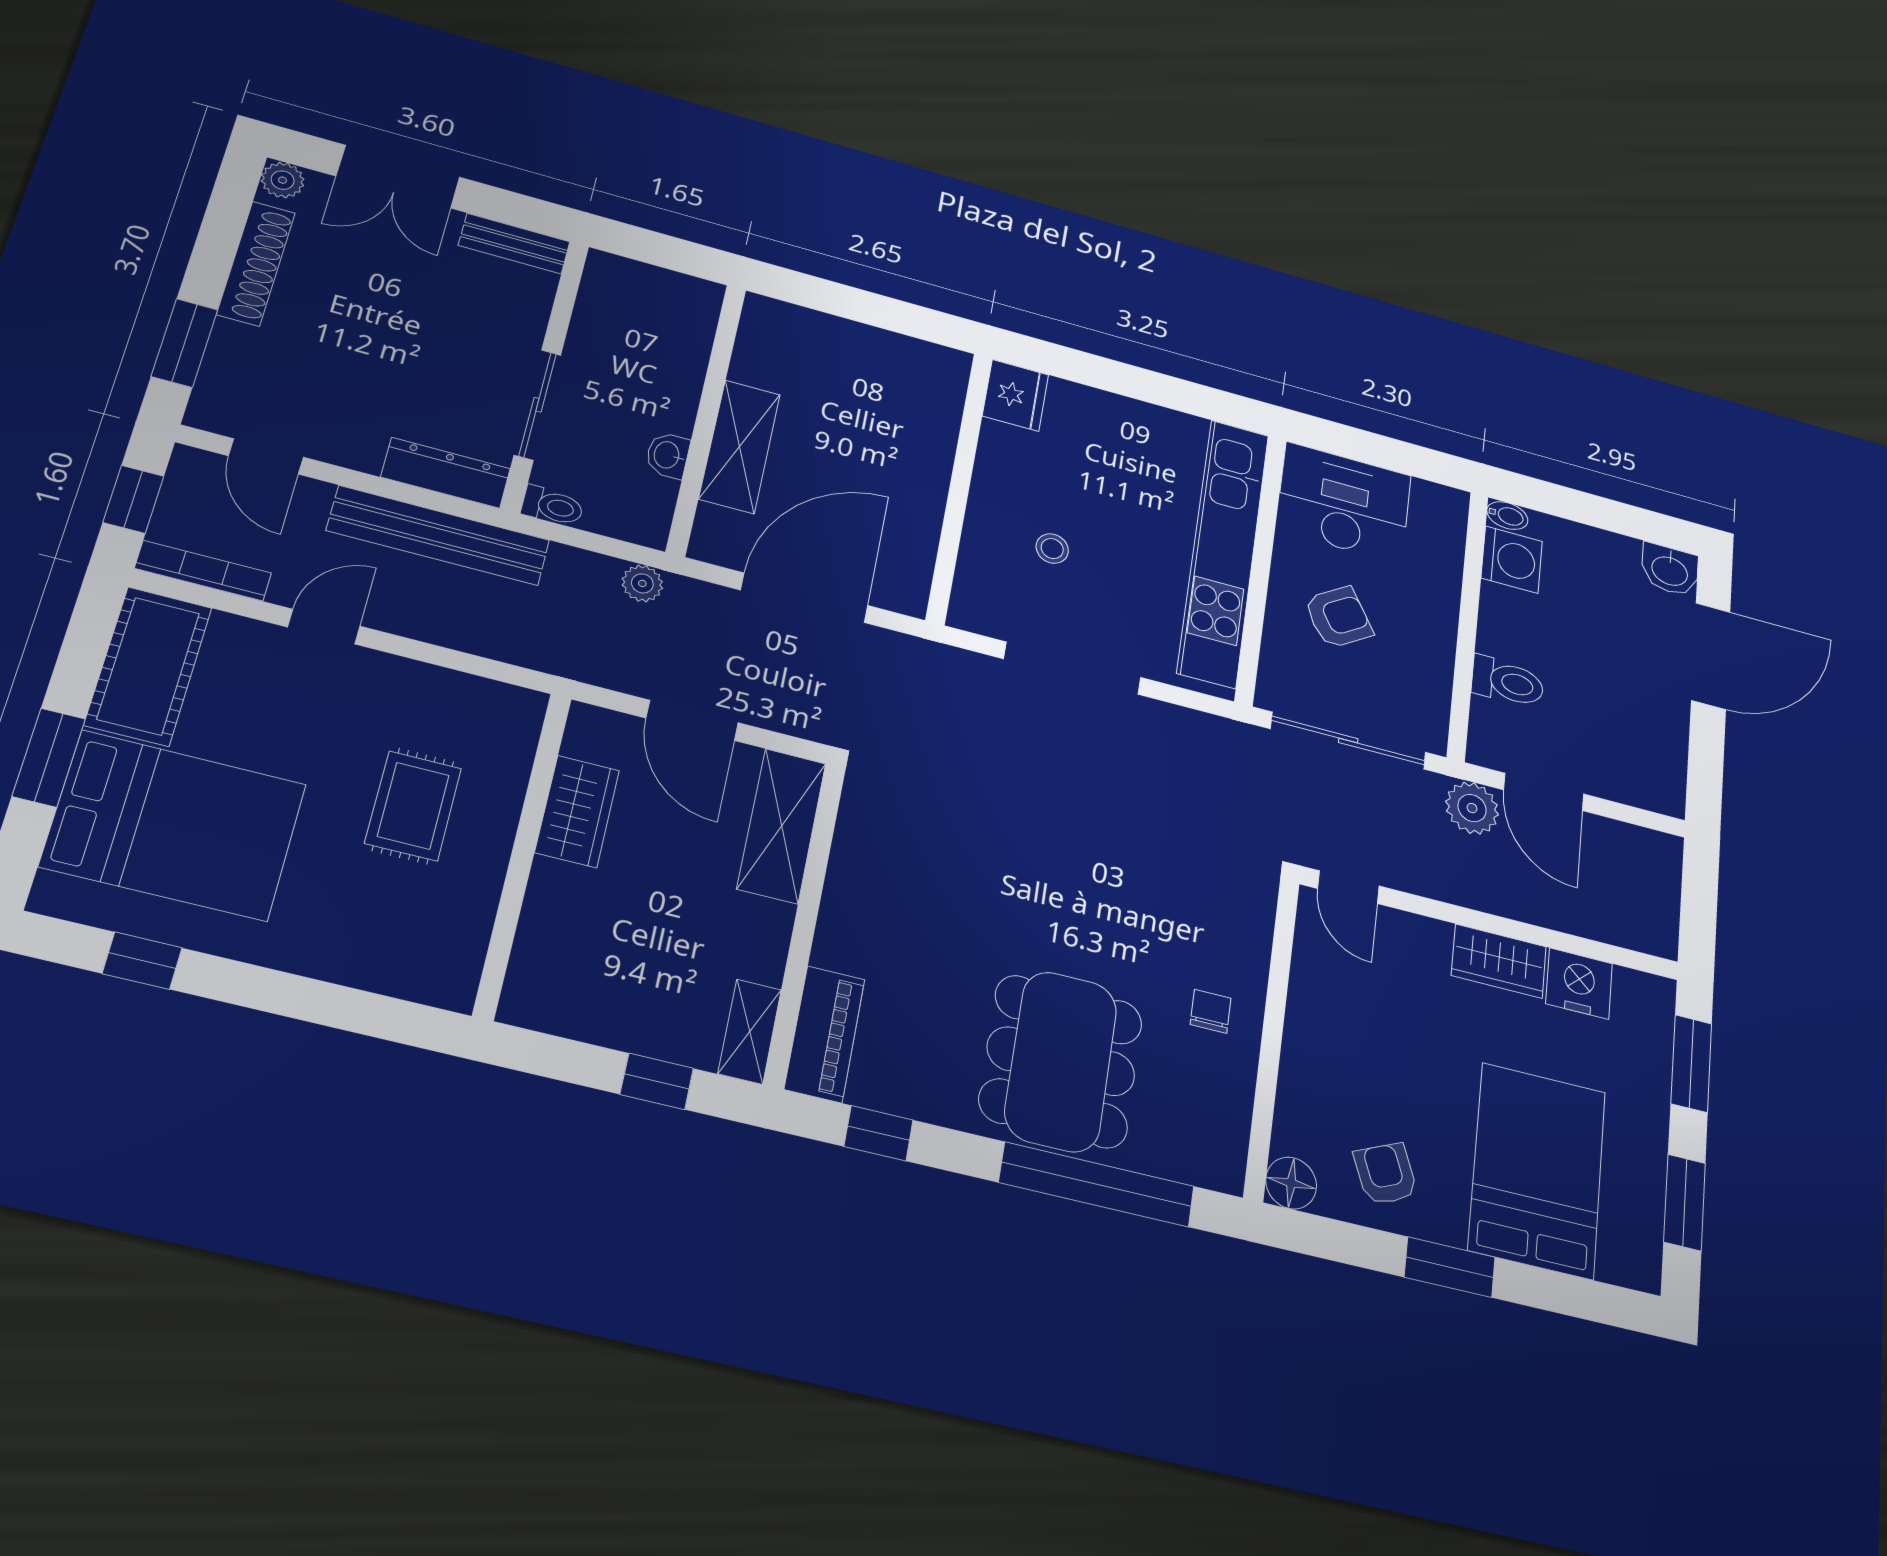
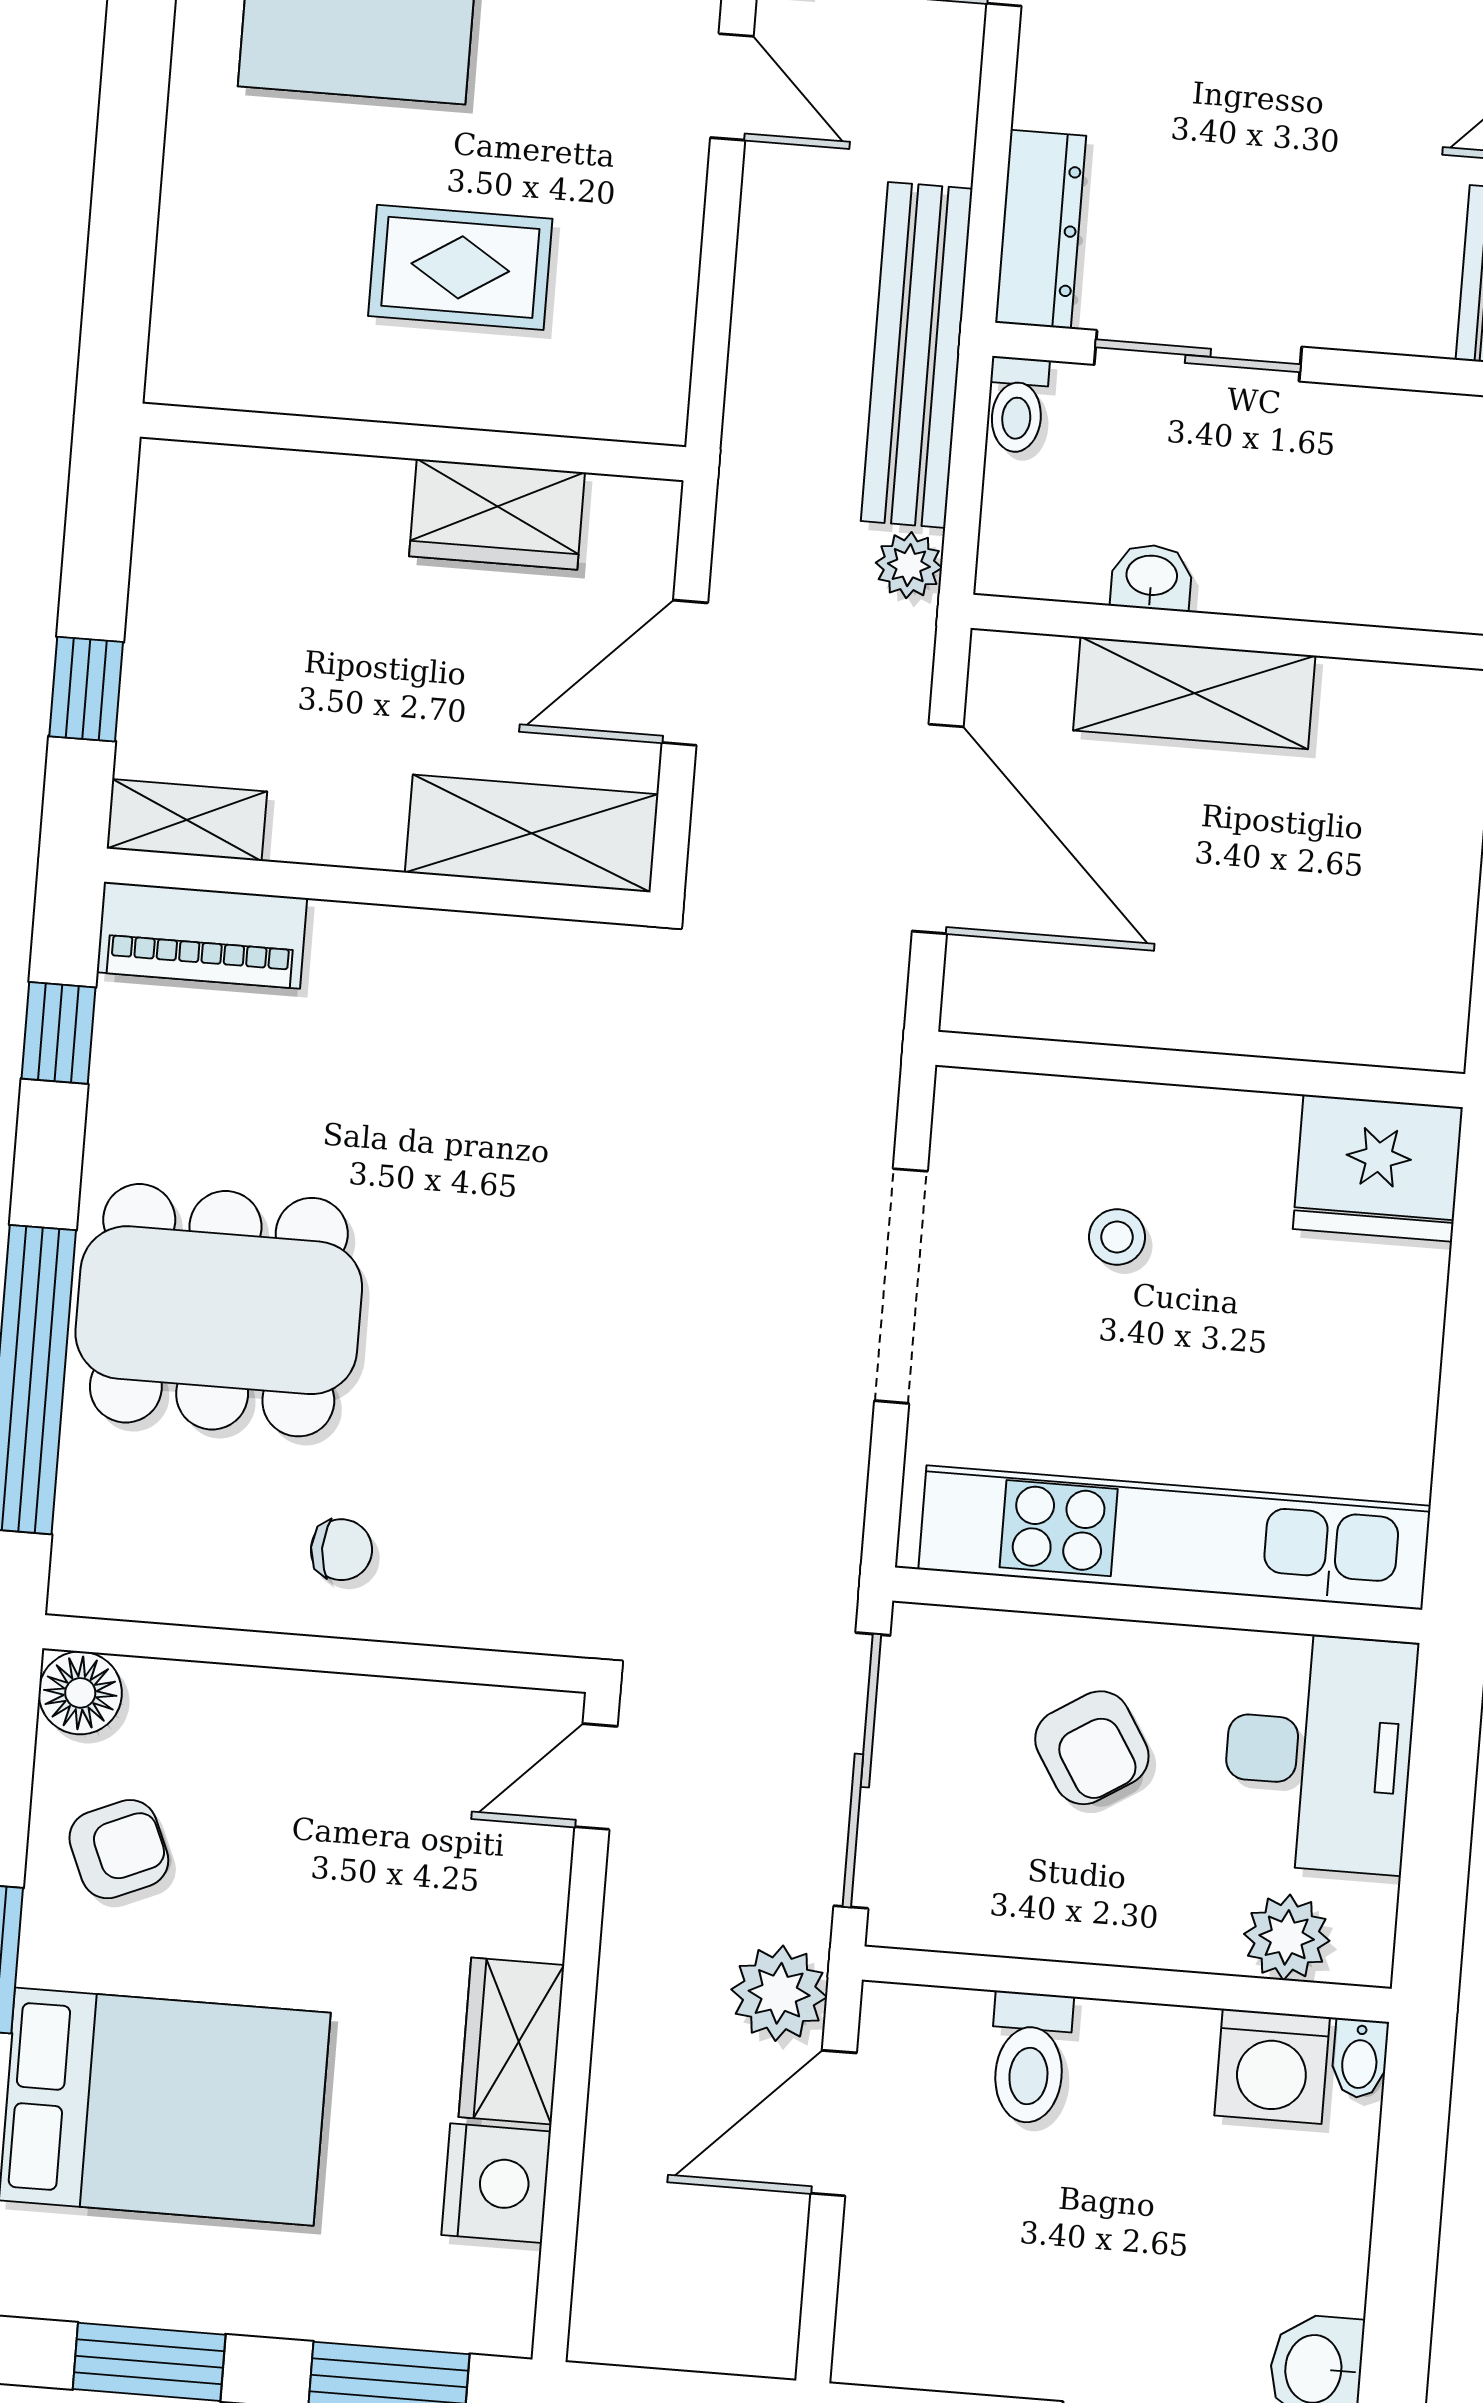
fridge: (1015, 395) -> (1378, 1168), width x1.36, depth x1.34
bench: (438, 535) -> (917, 355), moved
plant: (1443, 539) -> (1287, 1937), added

